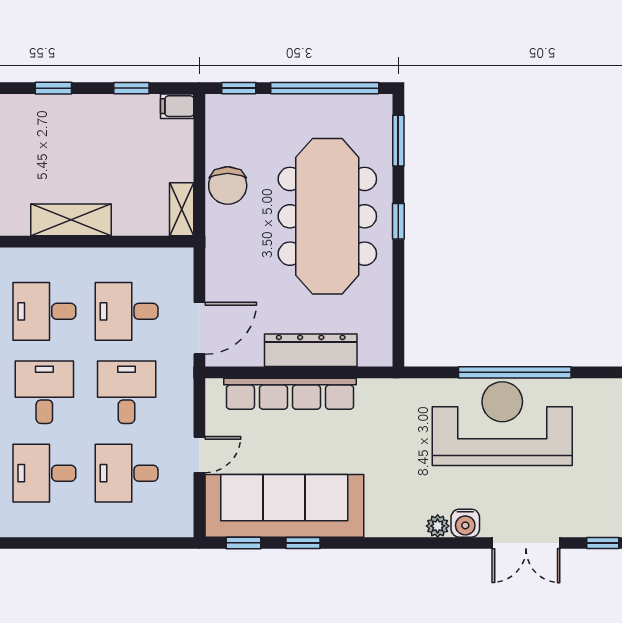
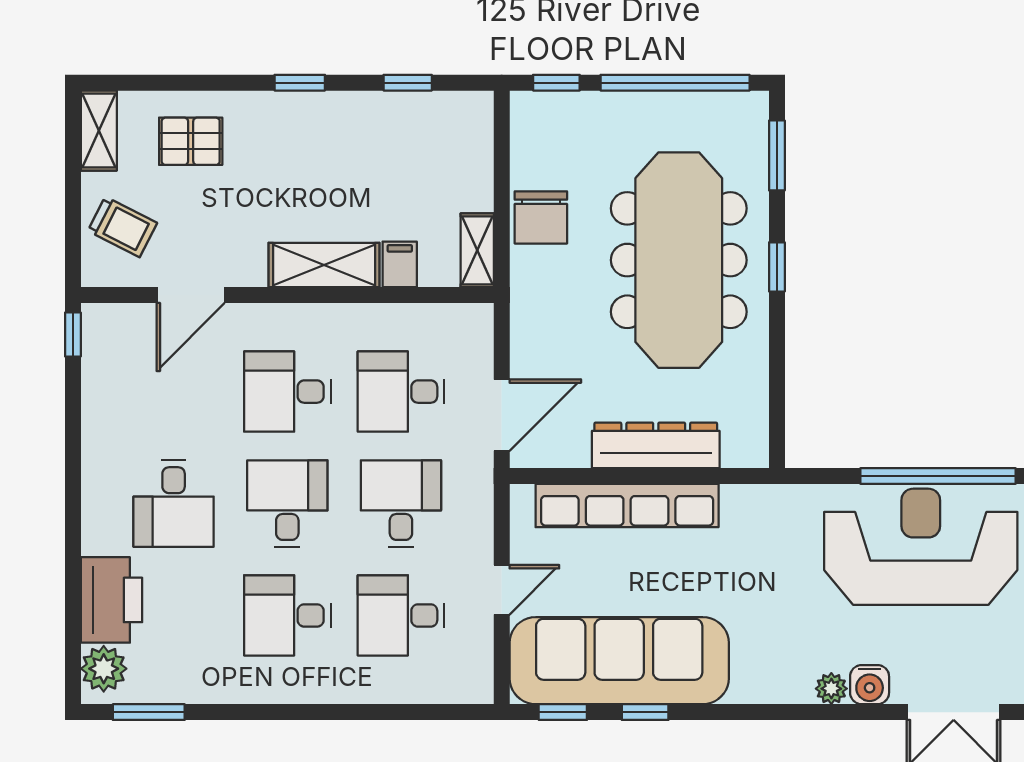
filing cabinet: (177, 106) -> (400, 264), moved, turned 90

